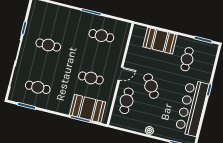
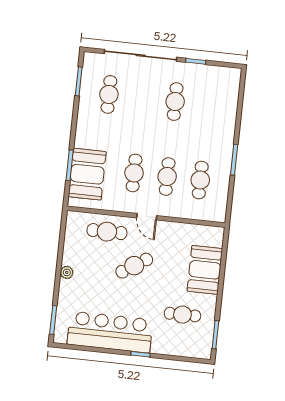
cafe table: (96, 57) -> (167, 176), added

